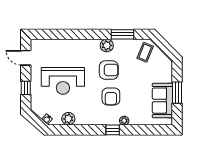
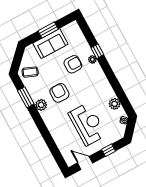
door: (26, 58) -> (85, 163), swing flipped
armchair: (111, 97) -> (73, 64), moved
sofa: (162, 101) -> (50, 44), moved
window: (113, 130) -> (97, 51), moved

